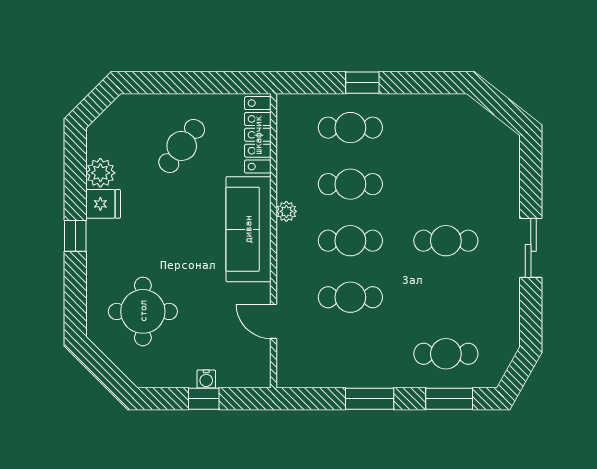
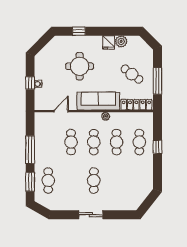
window: (199, 83) -> (157, 81), added
window: (75, 236) -> (79, 31), moved
round table: (143, 311) -> (80, 66), moved
window: (370, 399) -> (30, 150), width x1.44

